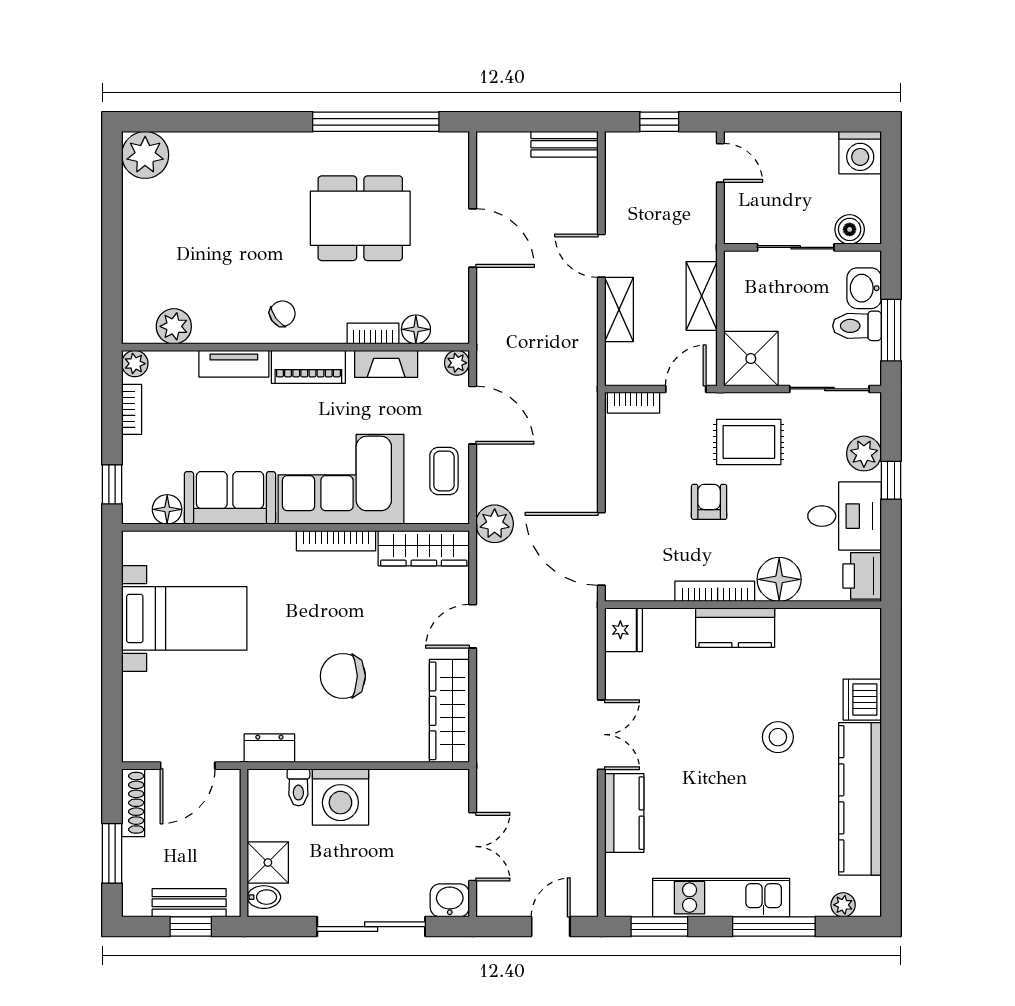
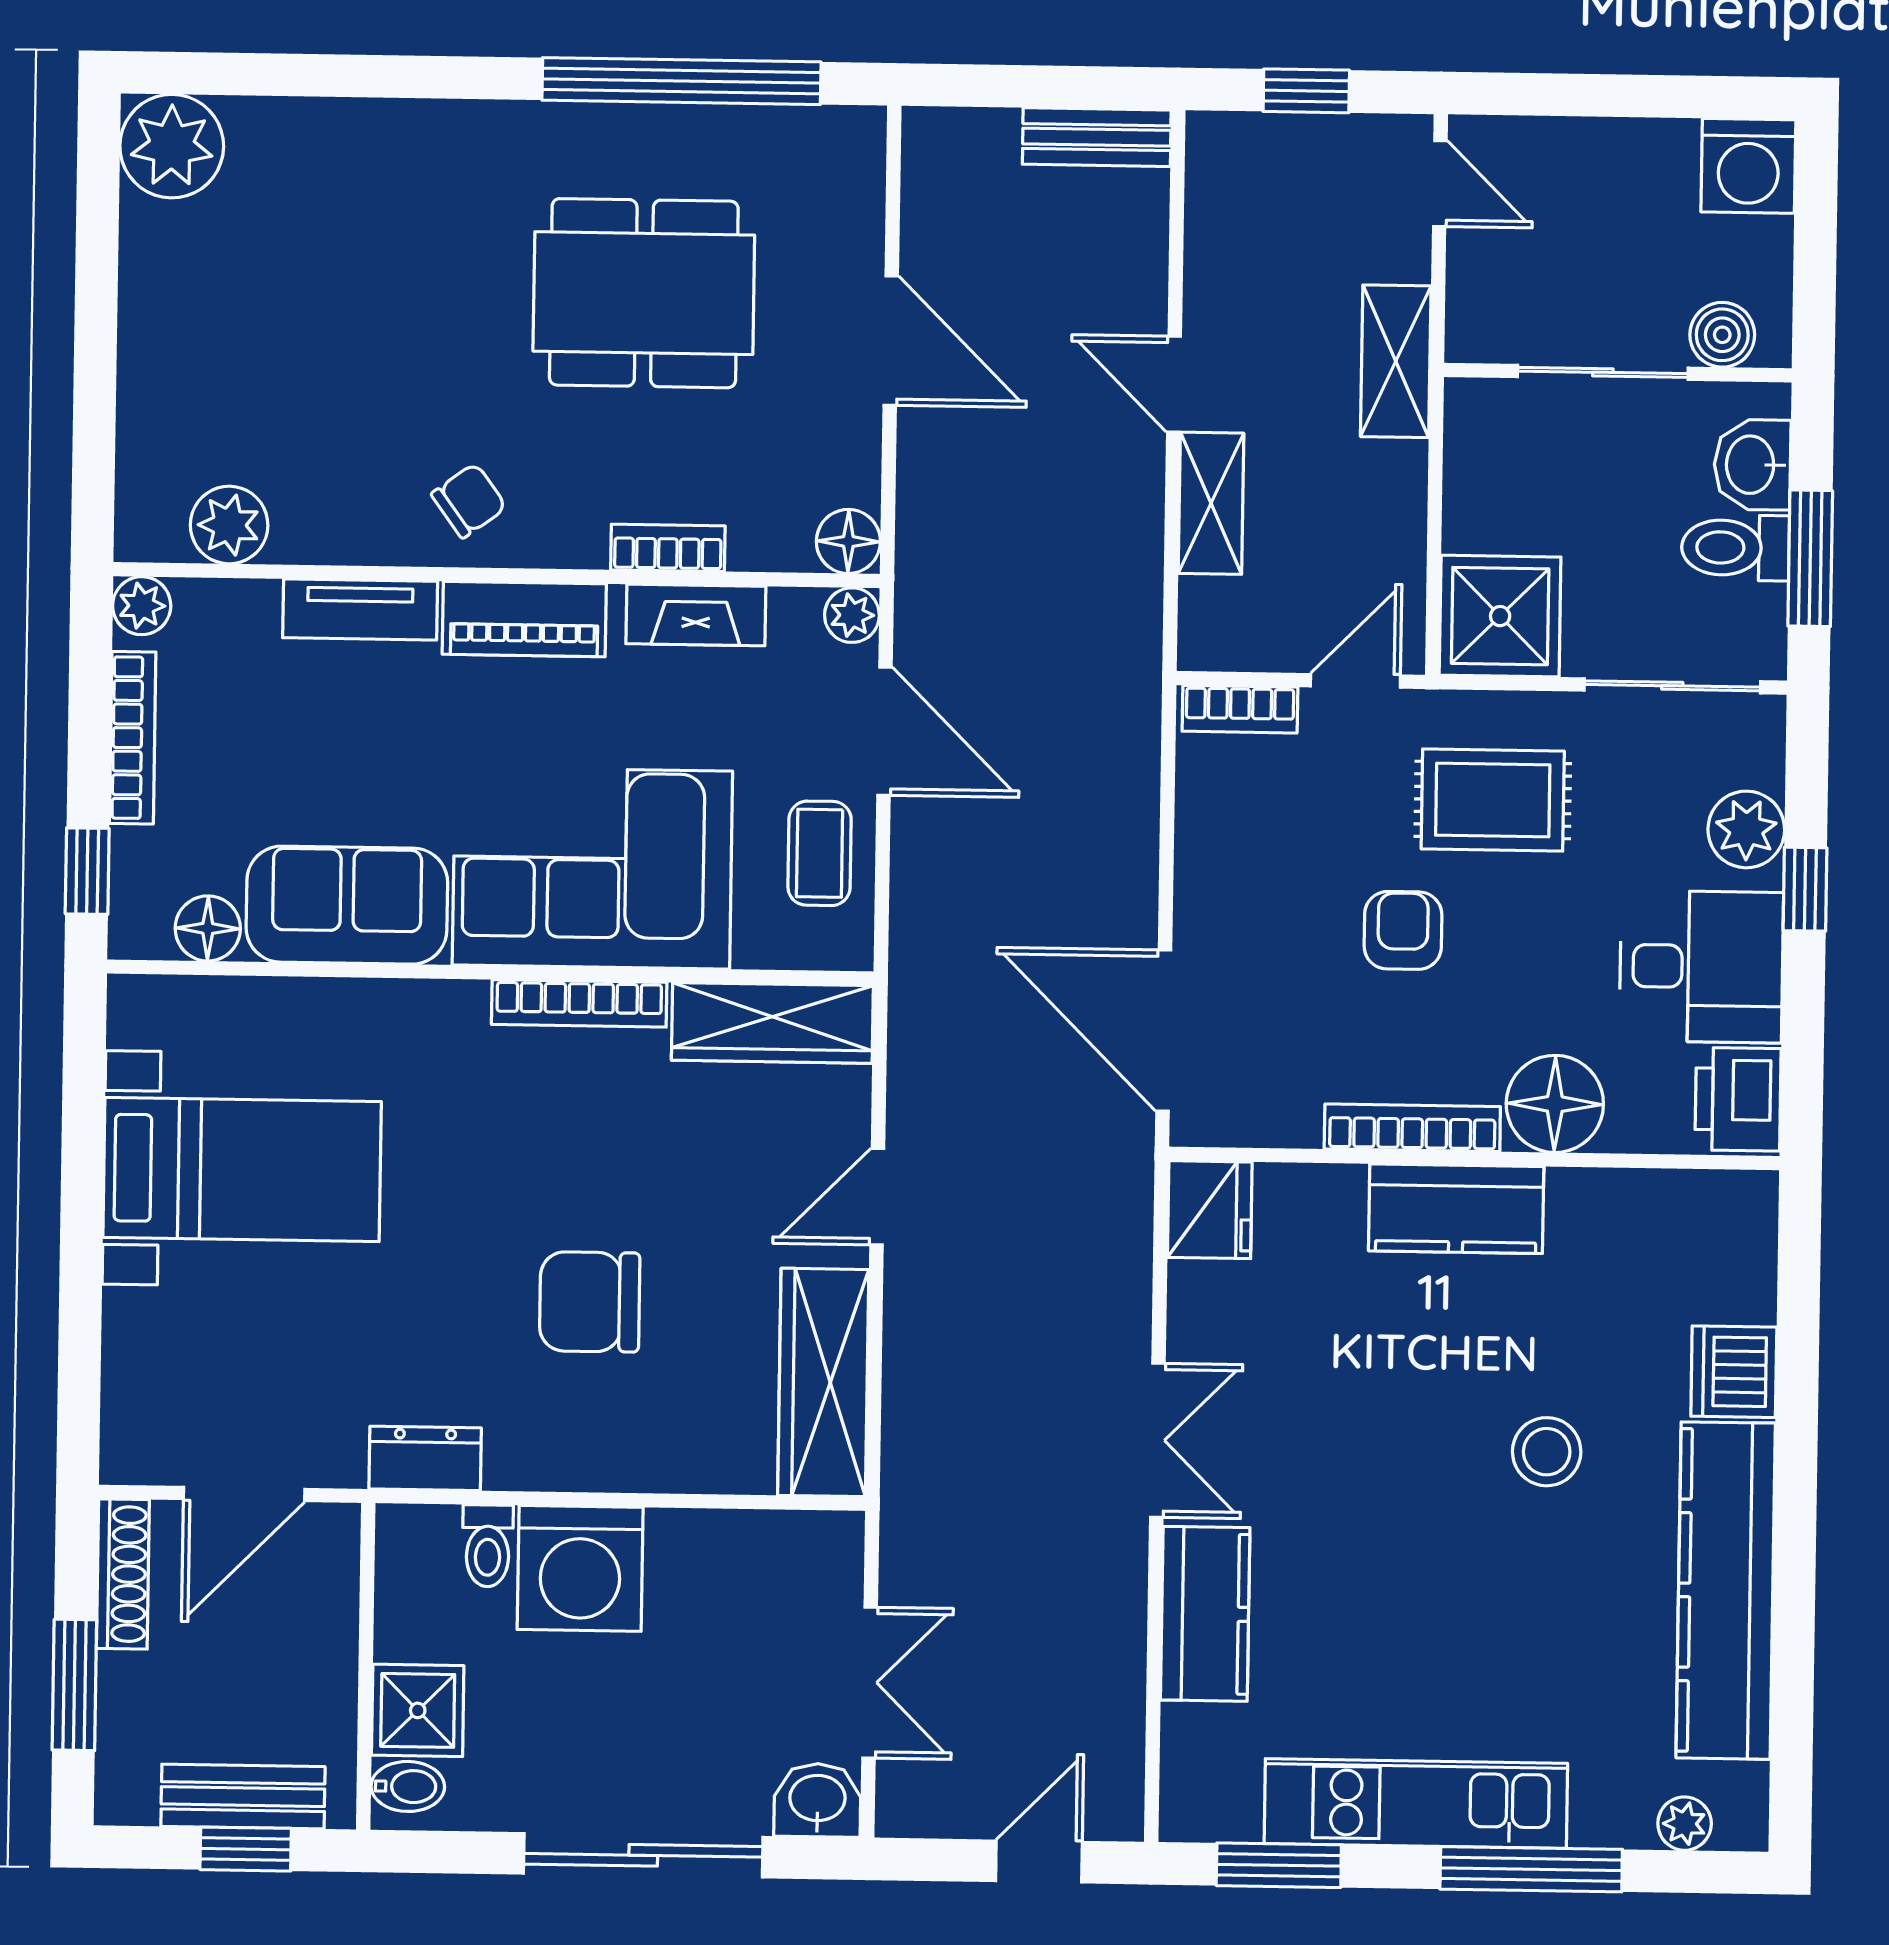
shelving: (702, 296) -> (1396, 361), moved
floor lamp: (416, 329) -> (848, 541), moved
bookcase: (132, 409) -> (133, 738), width x1.56
plant: (495, 524) -> (929, 971), removed

